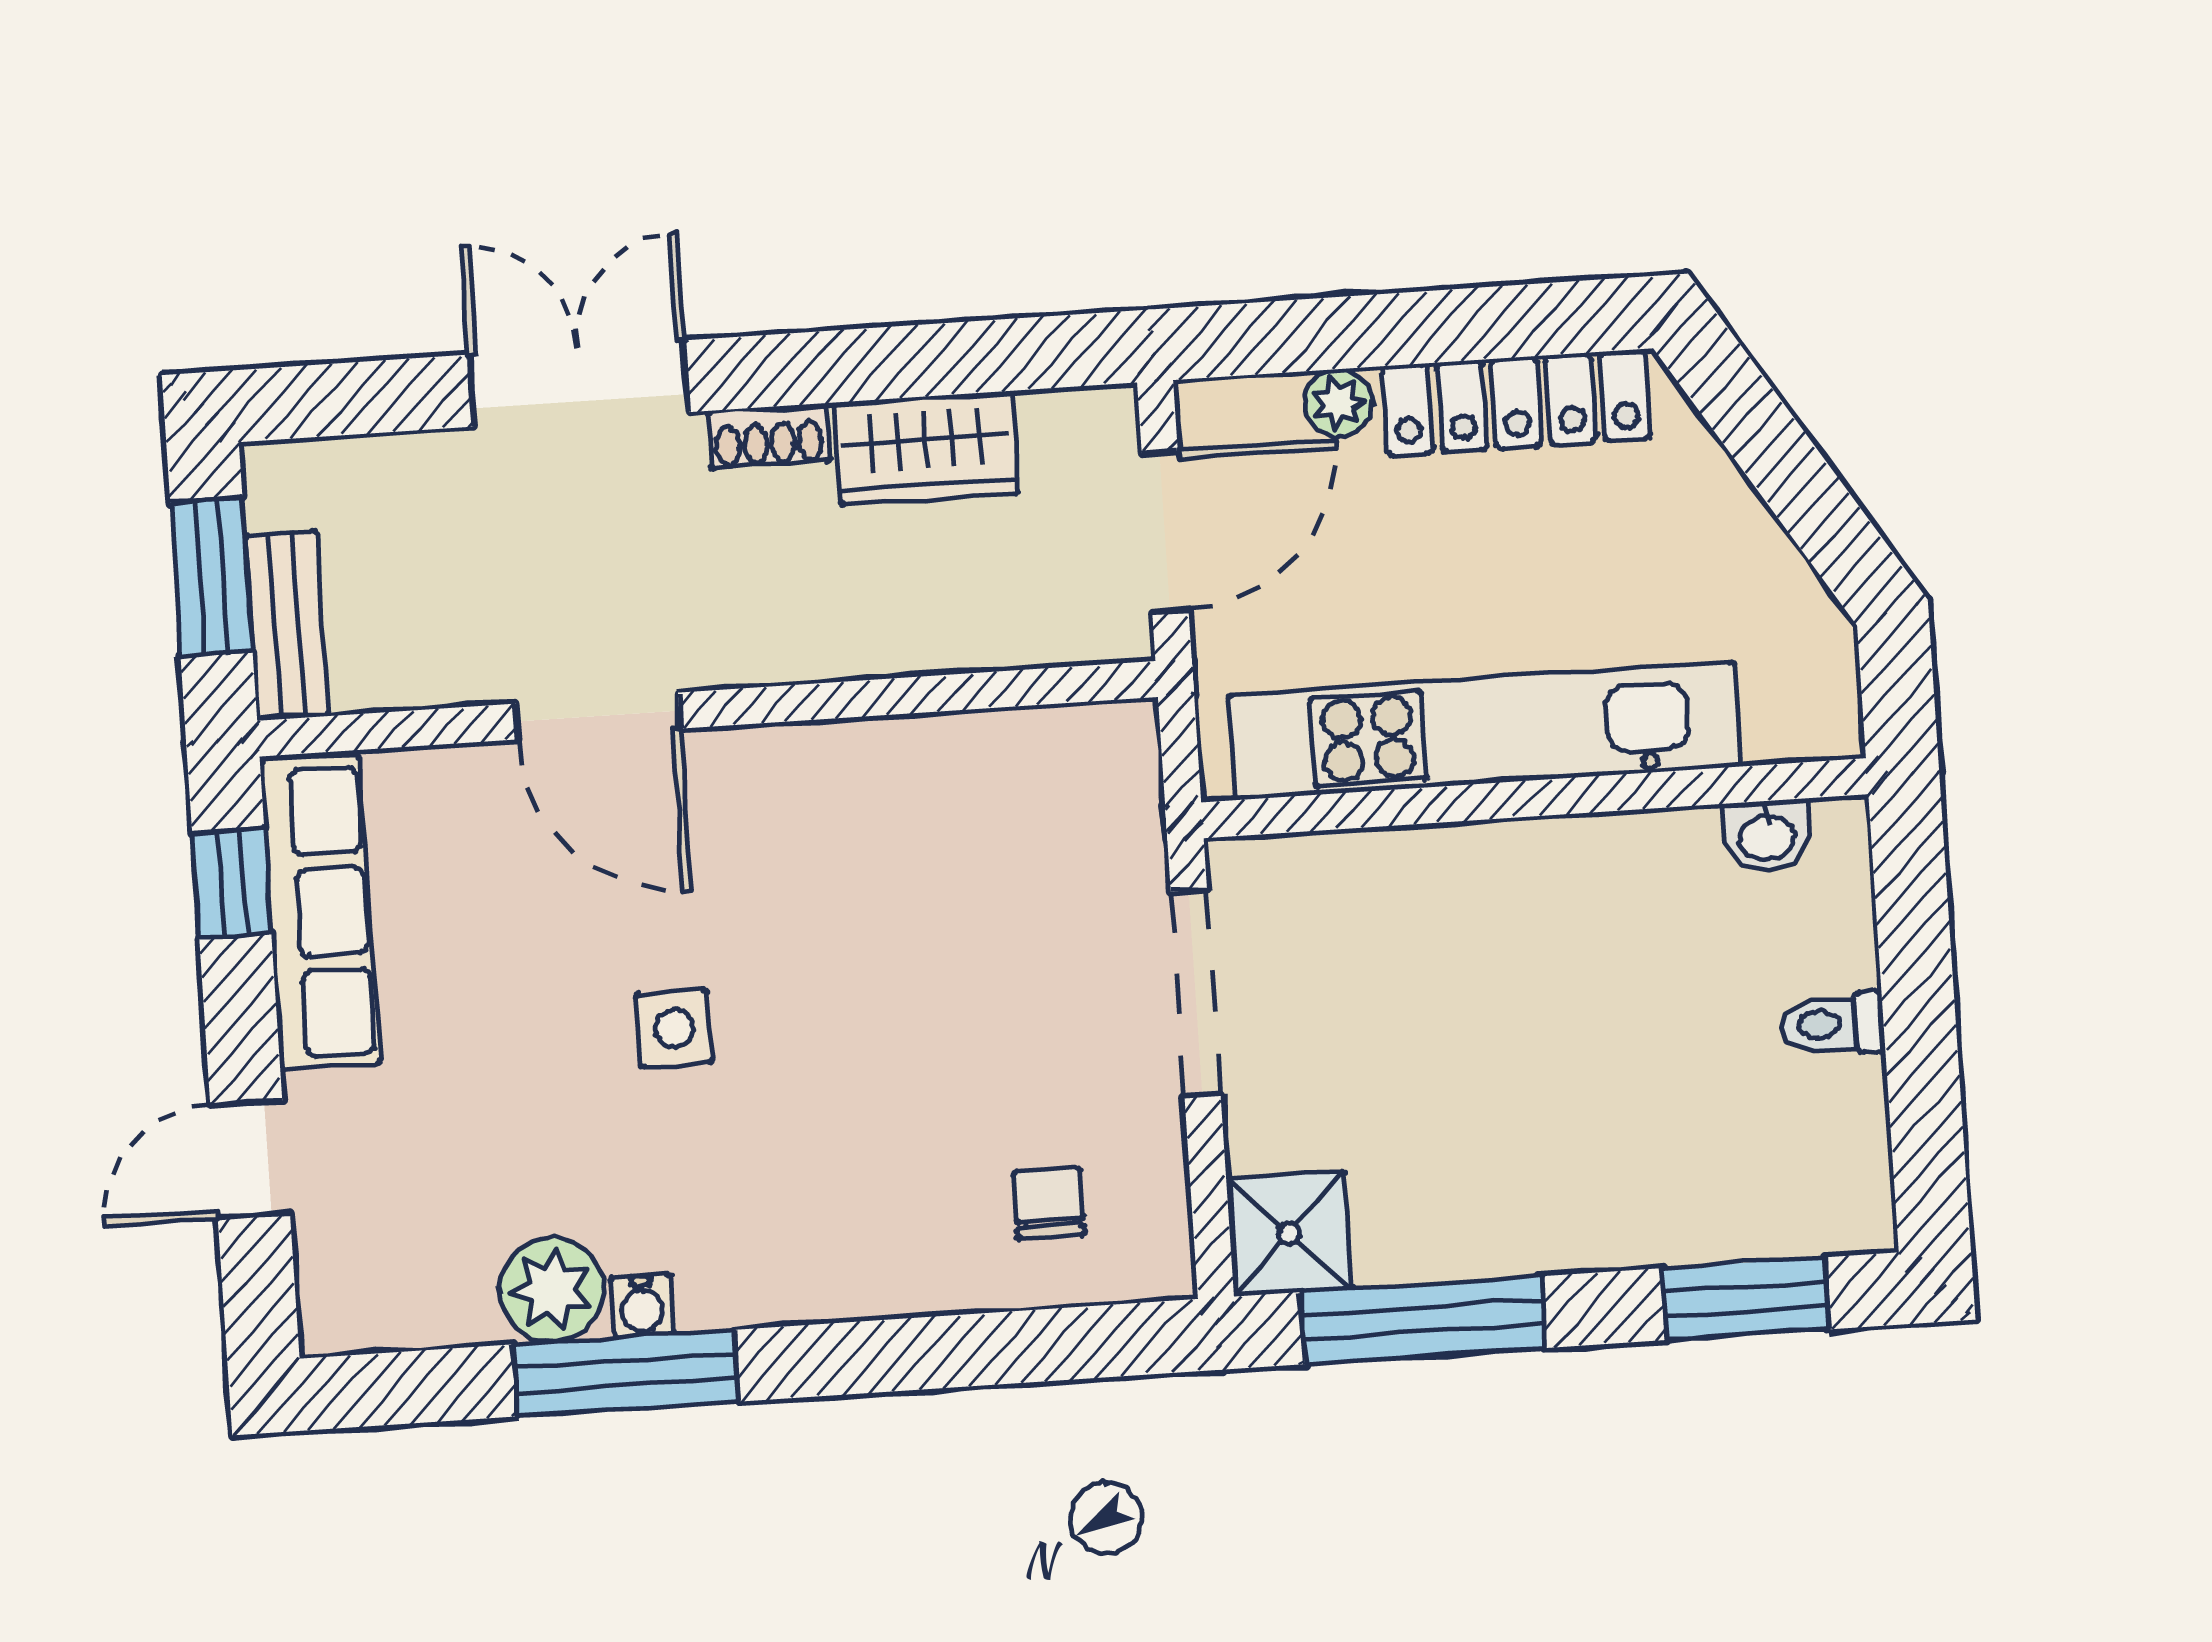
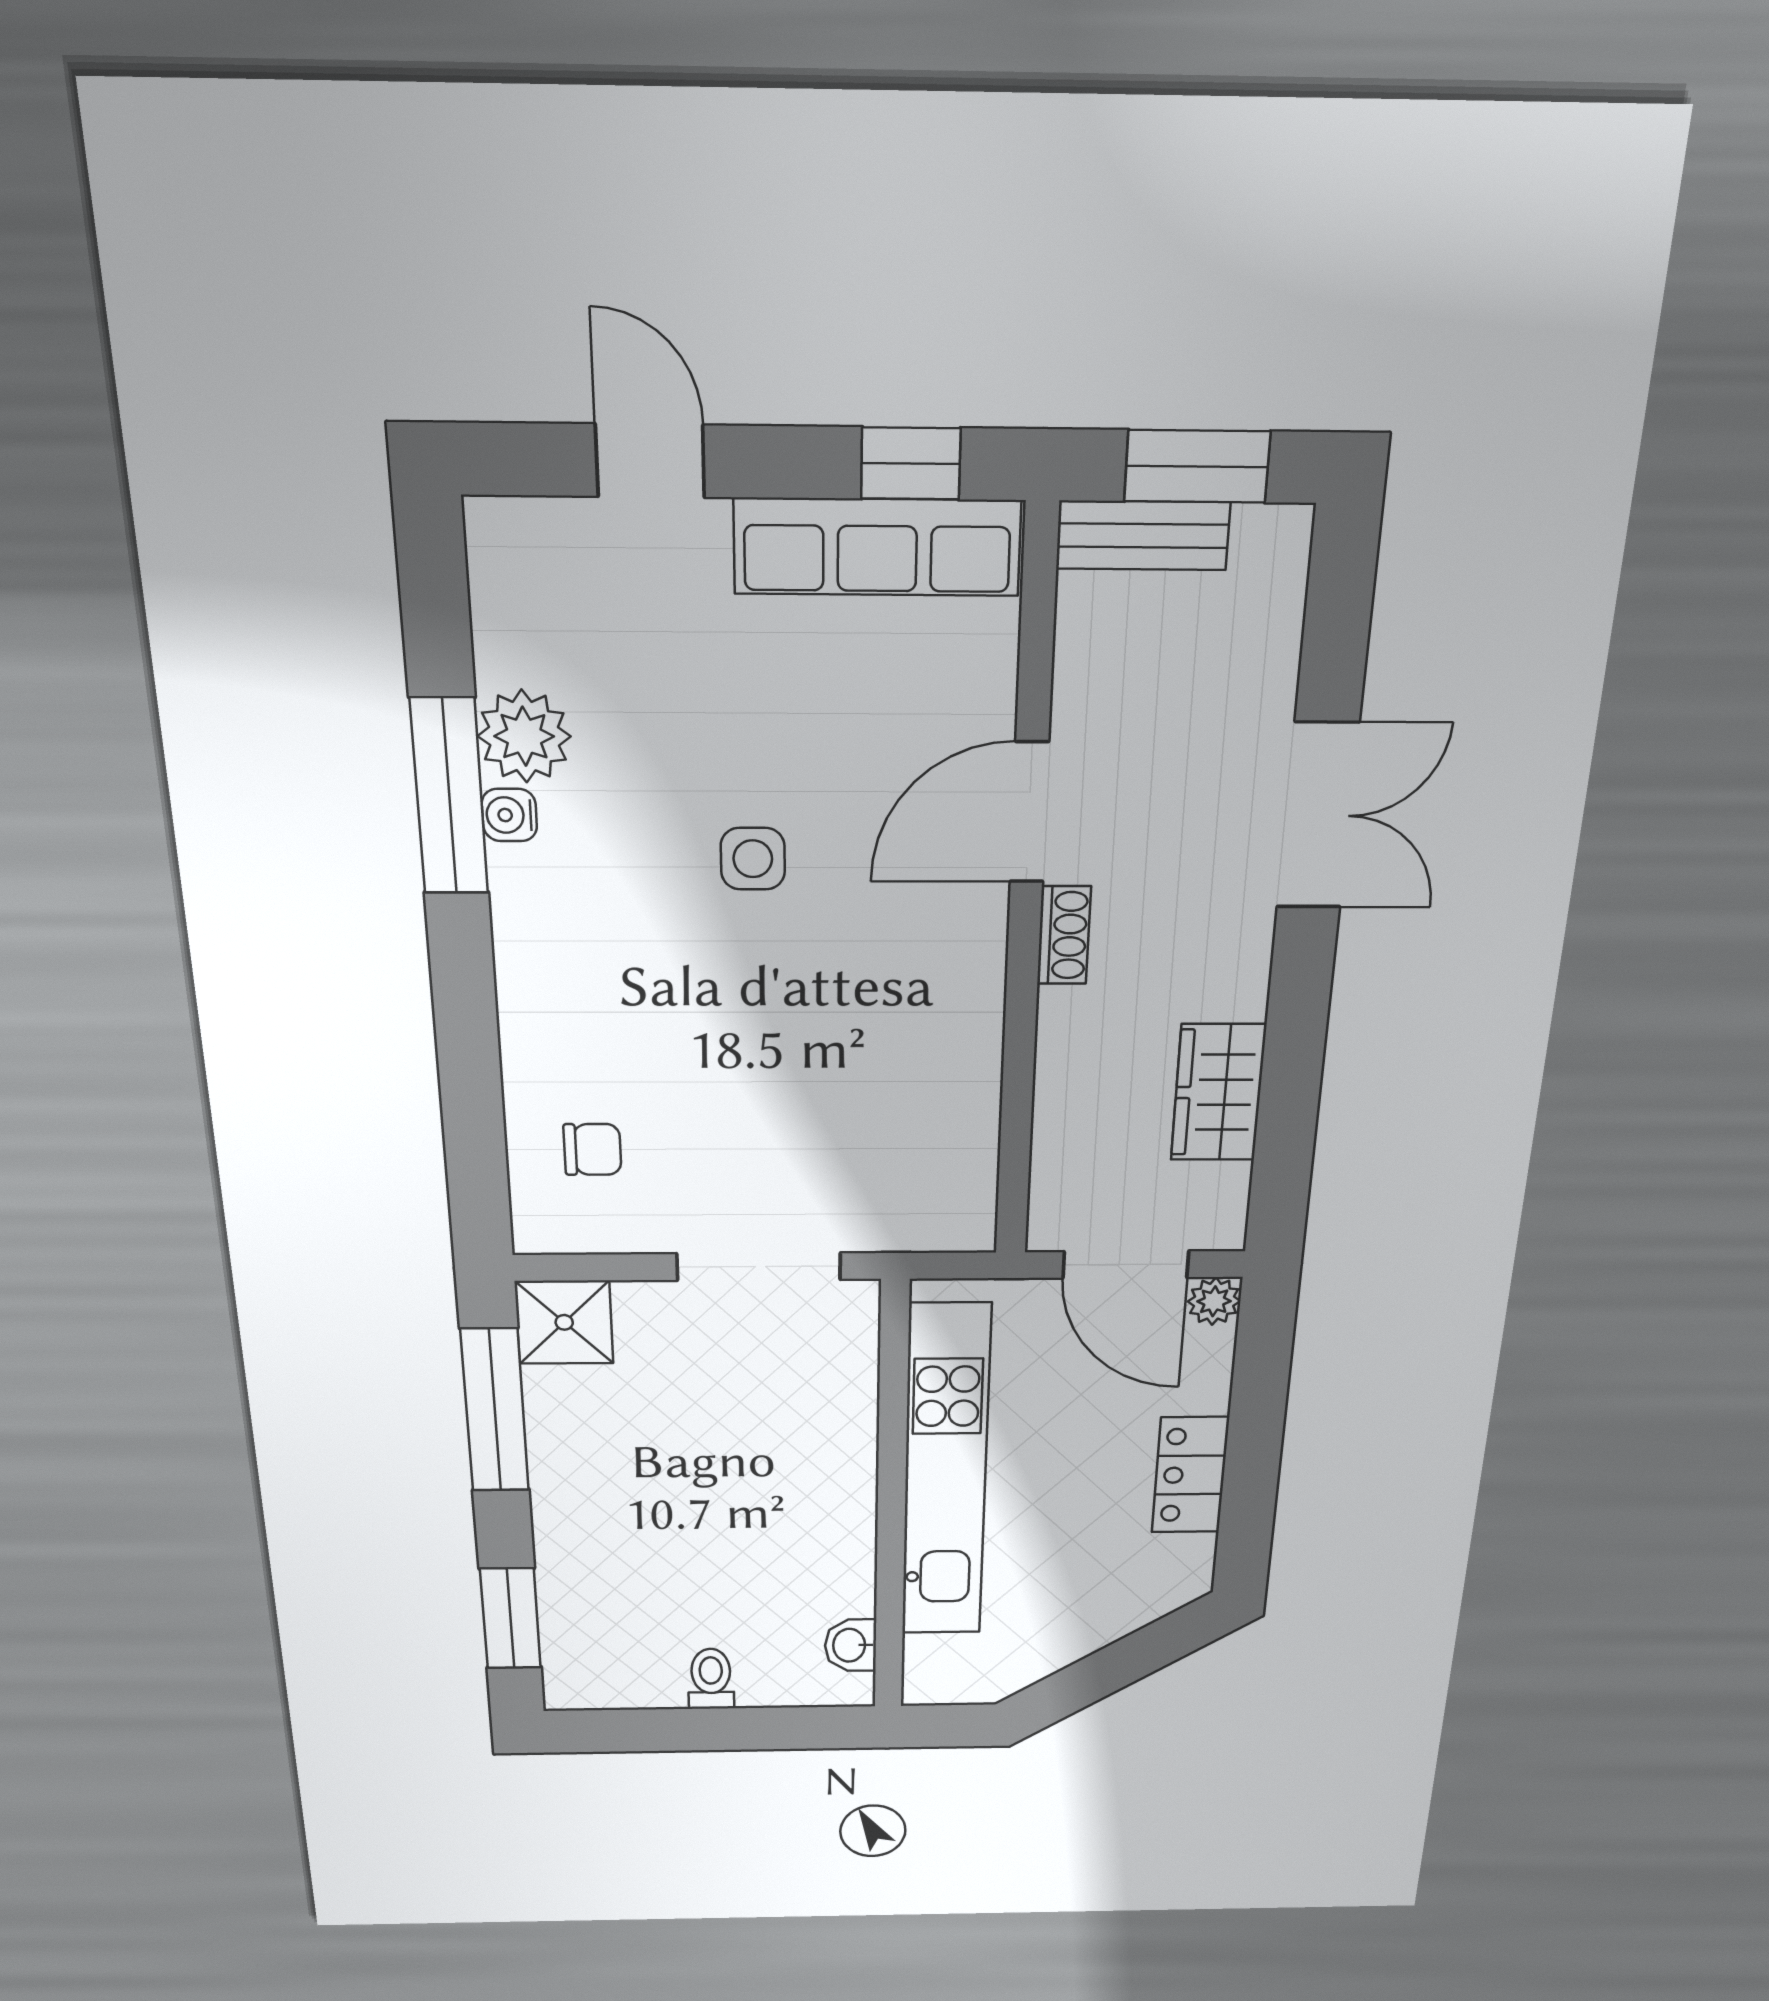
locker: (1516, 402) -> (1190, 1475), width x0.66
plant: (1339, 403) -> (1214, 1301), moved
shoe rack: (769, 436) -> (1064, 935), moved, turned 180

